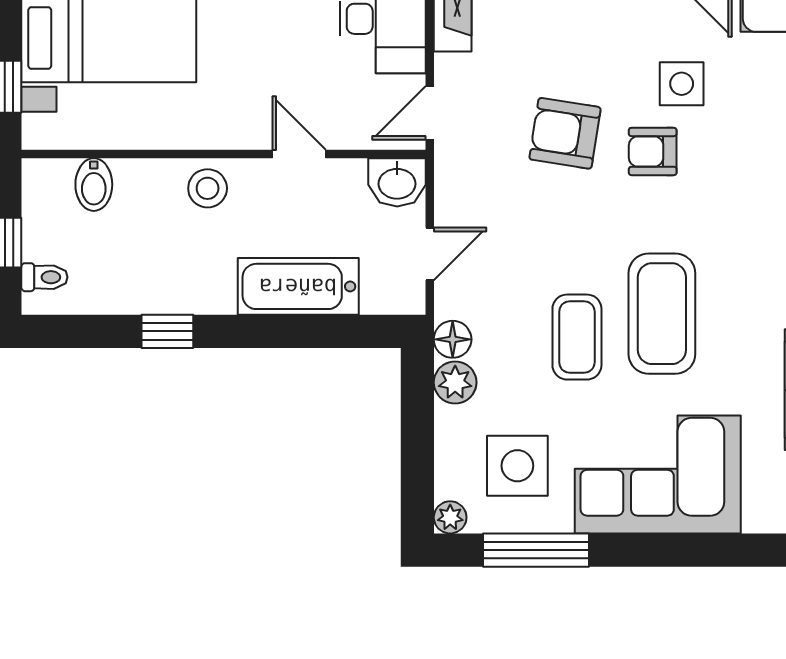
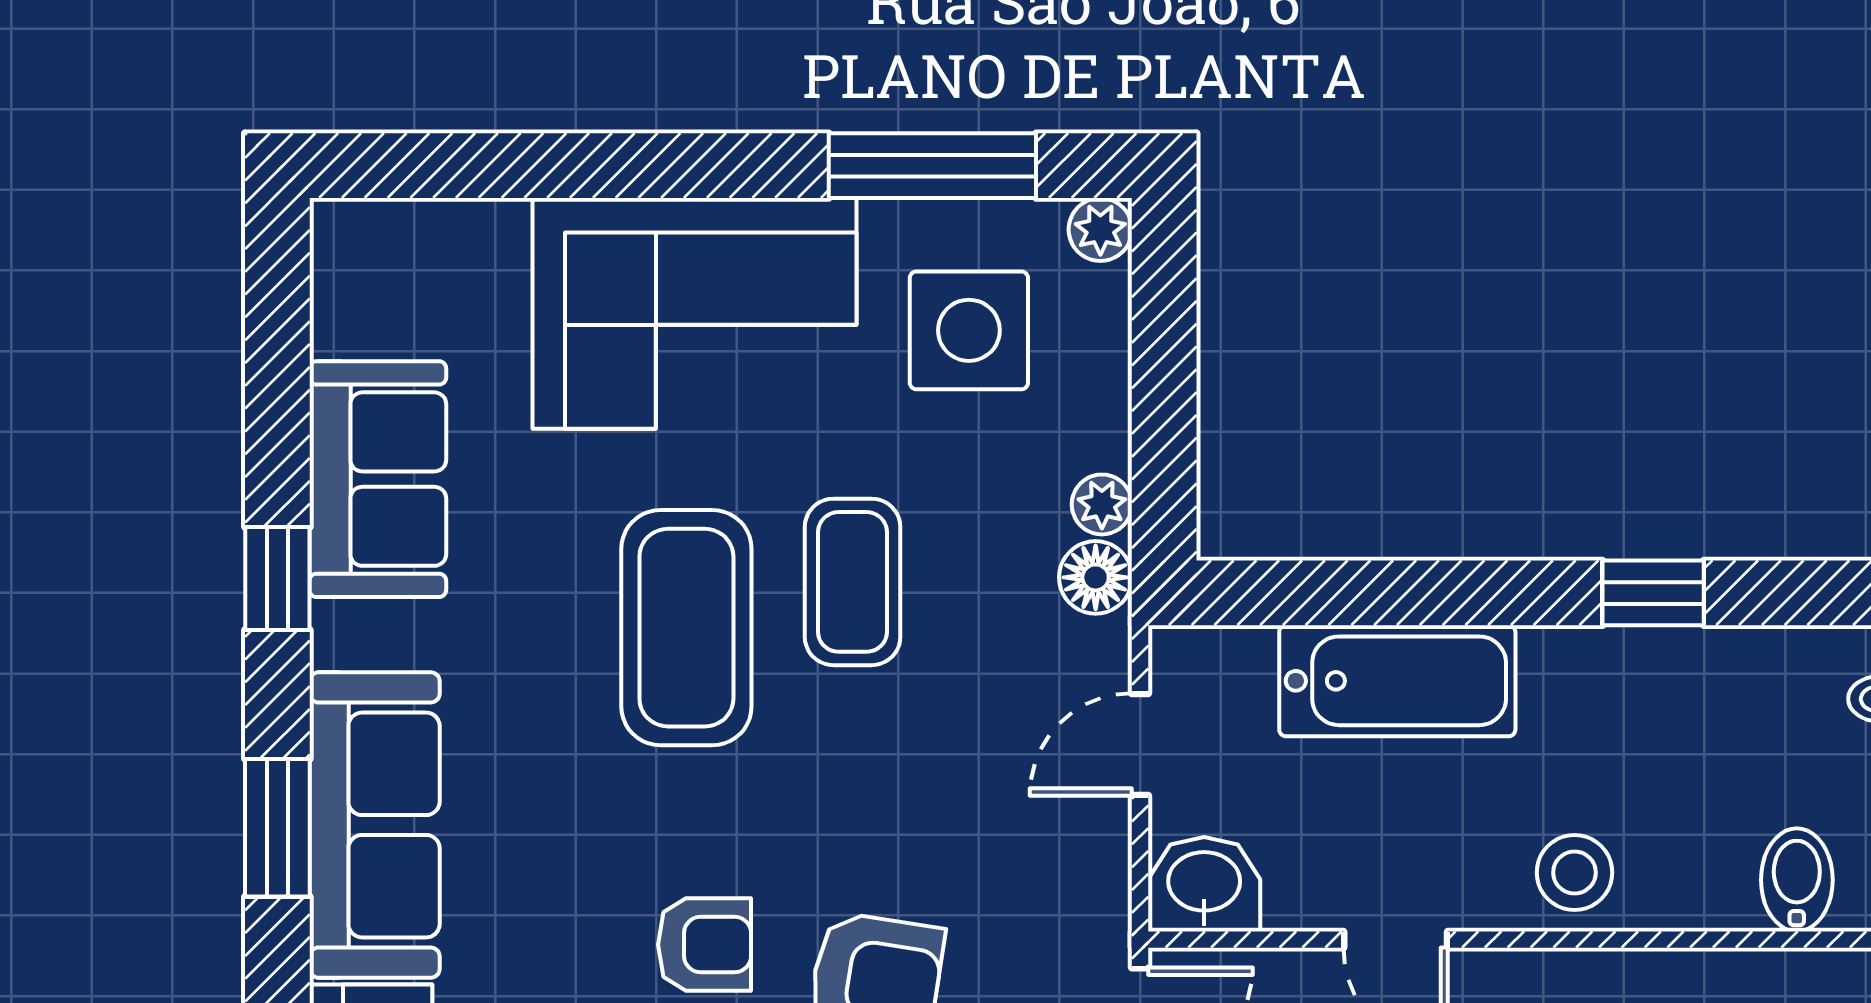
plant: (455, 382) -> (1102, 504), width x0.73, depth x0.73

